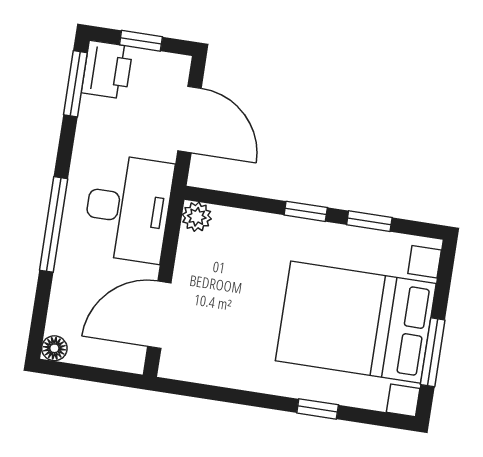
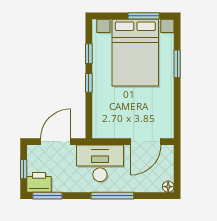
plant: (197, 217) -> (99, 132), removed
door: (159, 315) -> (146, 142), hinge flipped
window: (318, 409) -> (177, 64), width x1.50

